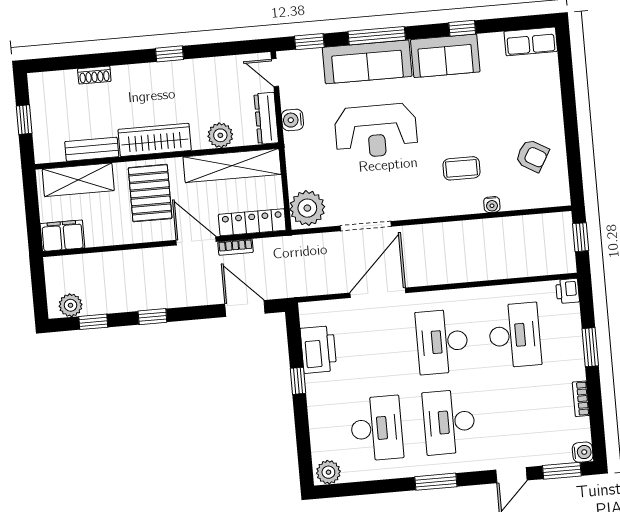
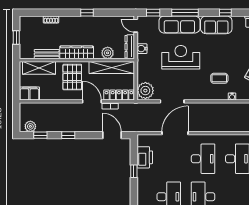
reception desk: (376, 131) -> (181, 57), turned 180
desk: (442, 342) -> (203, 159), turned 180

